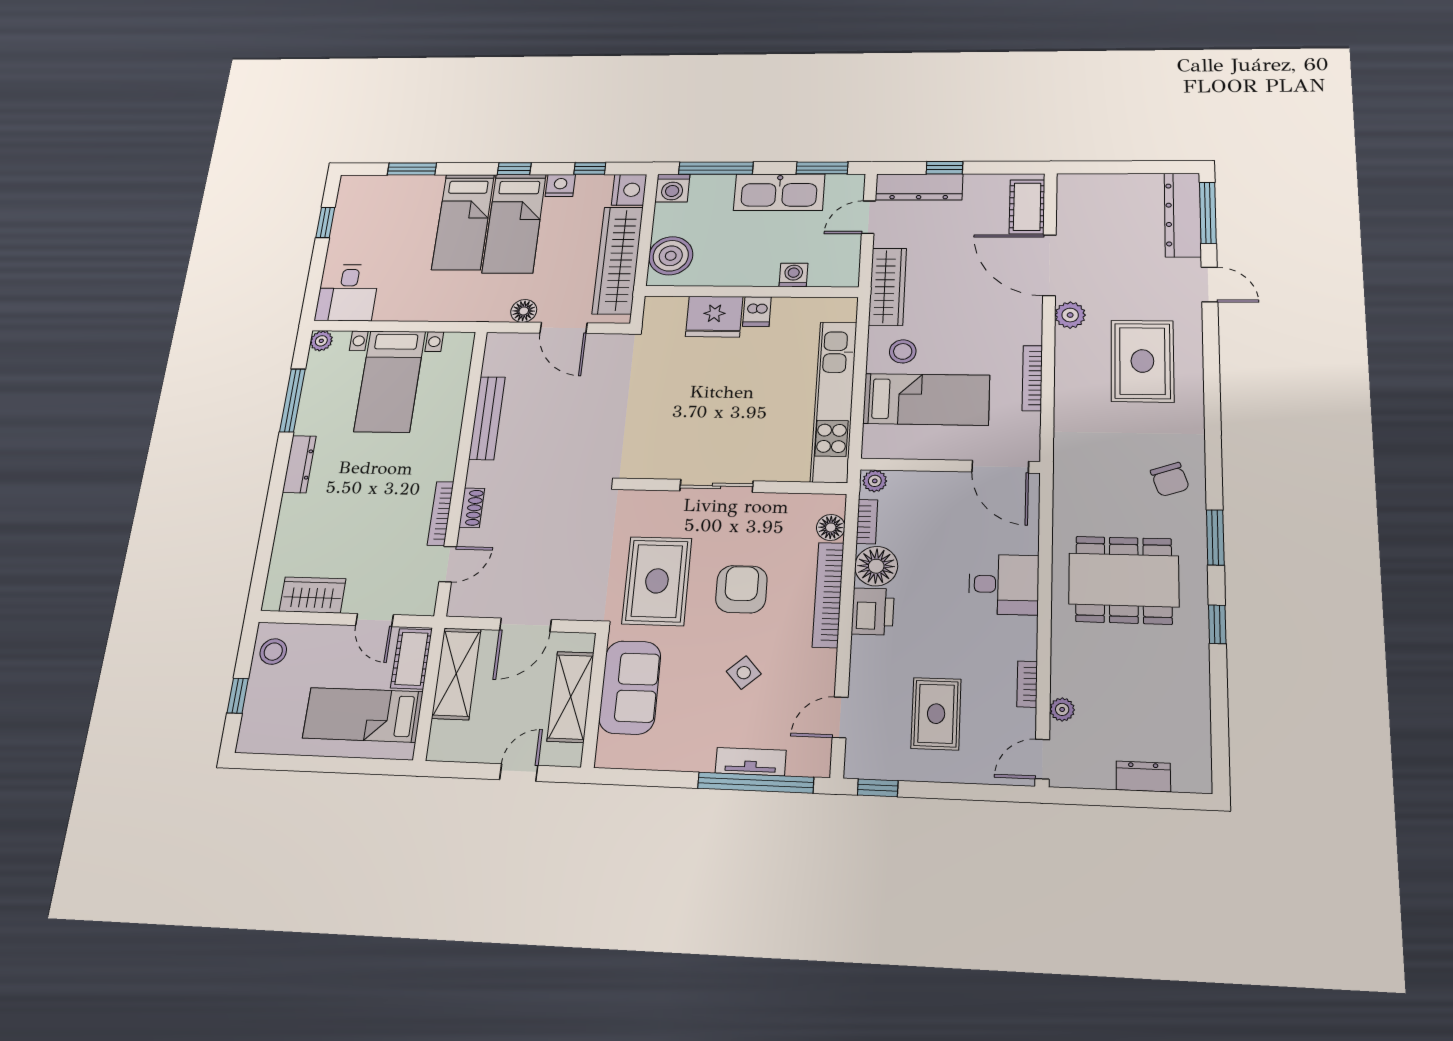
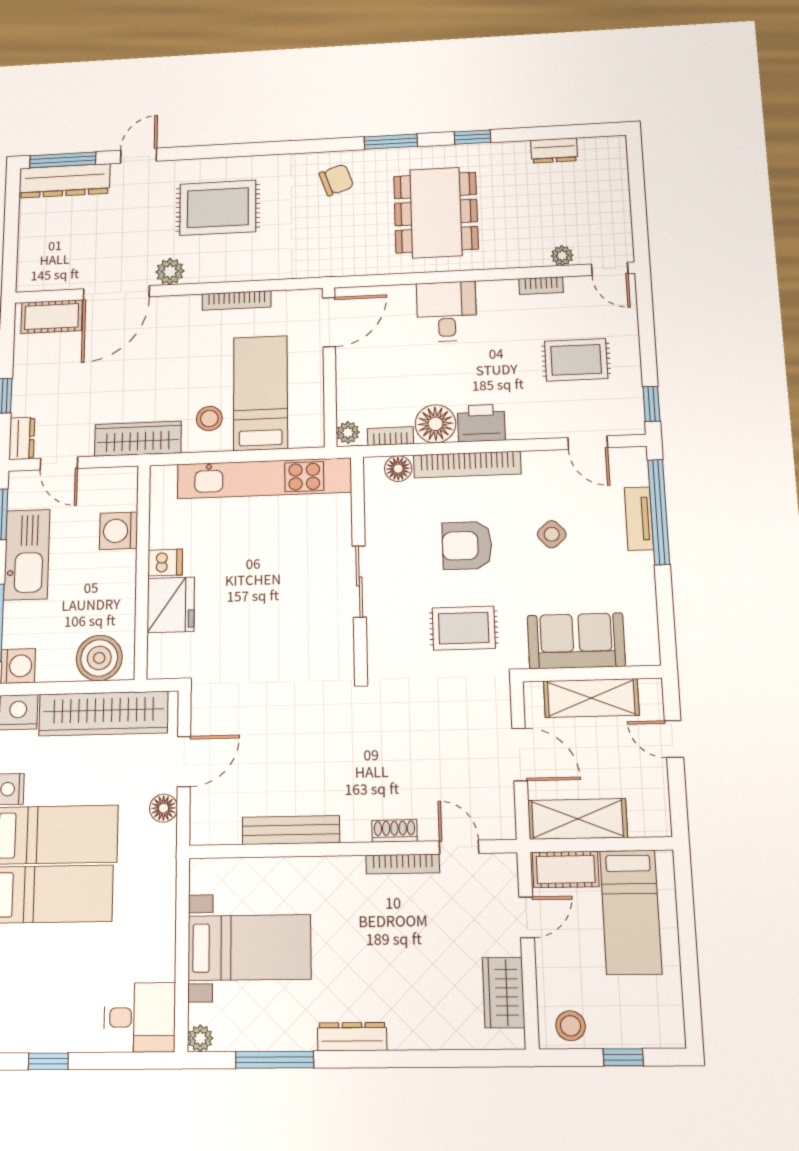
dresser: (919, 187) -> (22, 438), width x0.51, depth x0.80
washing machine: (793, 275) -> (119, 531), width x1.38, depth x1.38
rug: (657, 581) -> (464, 628), width x0.73, depth x0.70
dresser: (1143, 776) -> (554, 150), moved, turned -90

